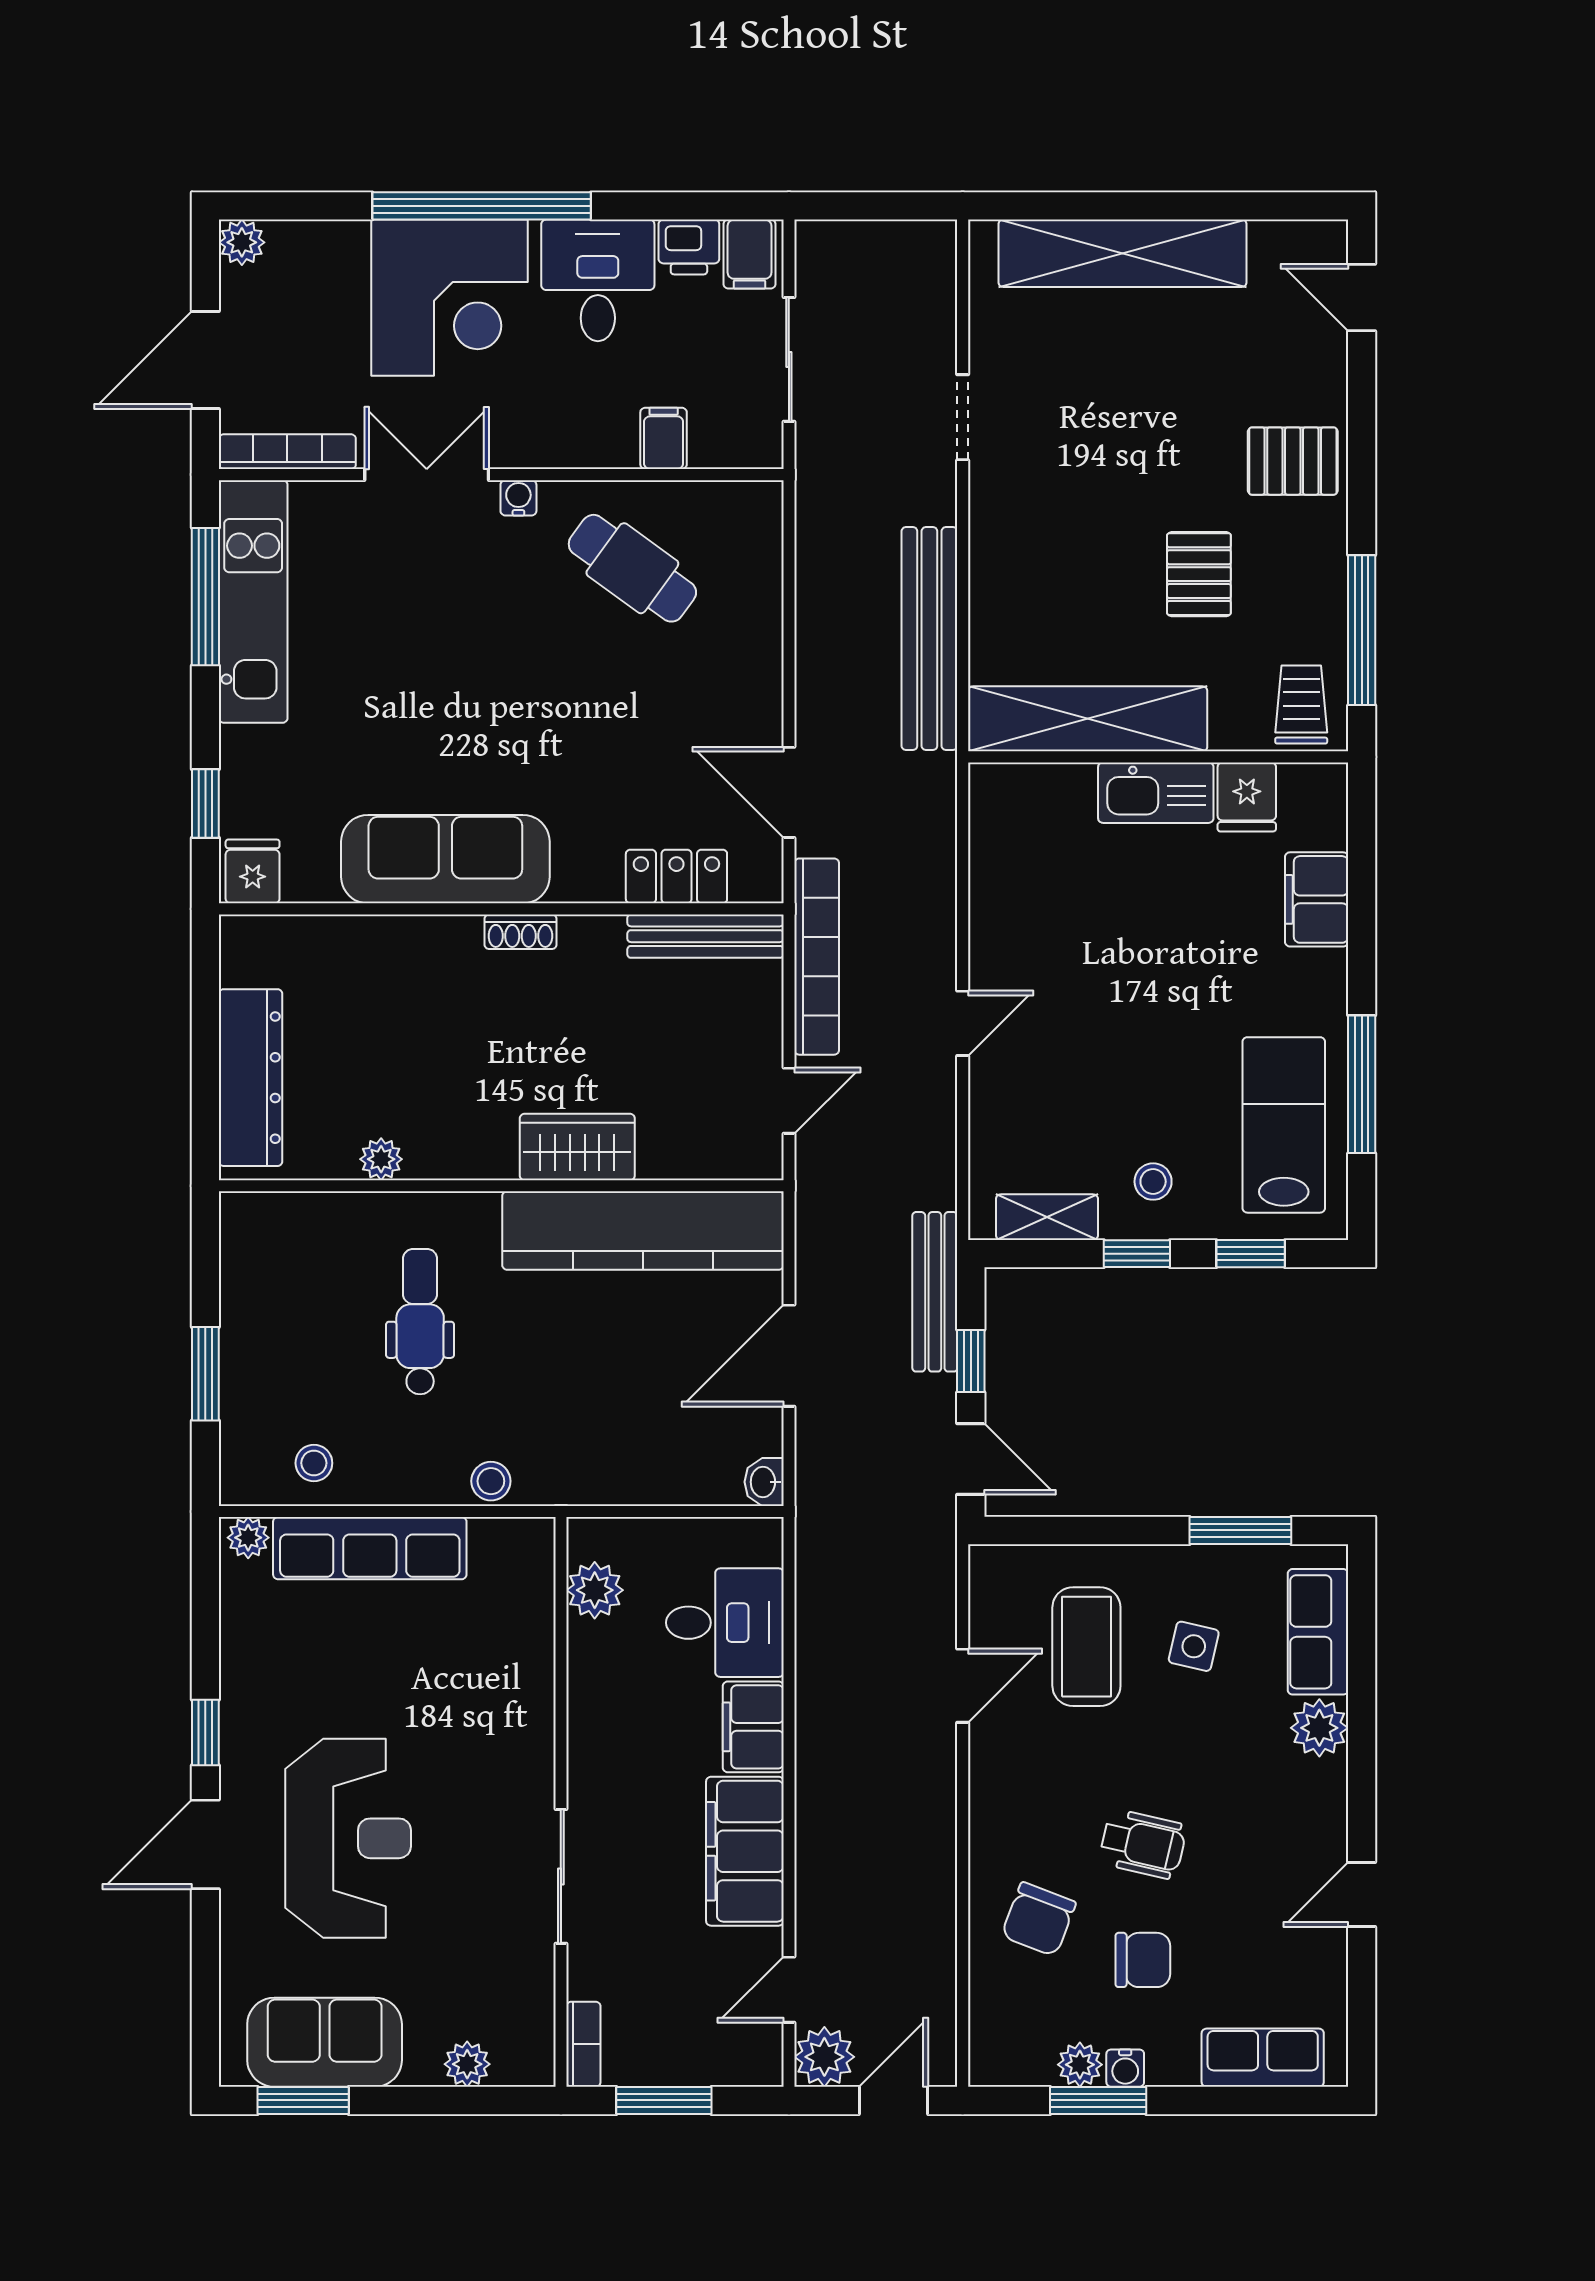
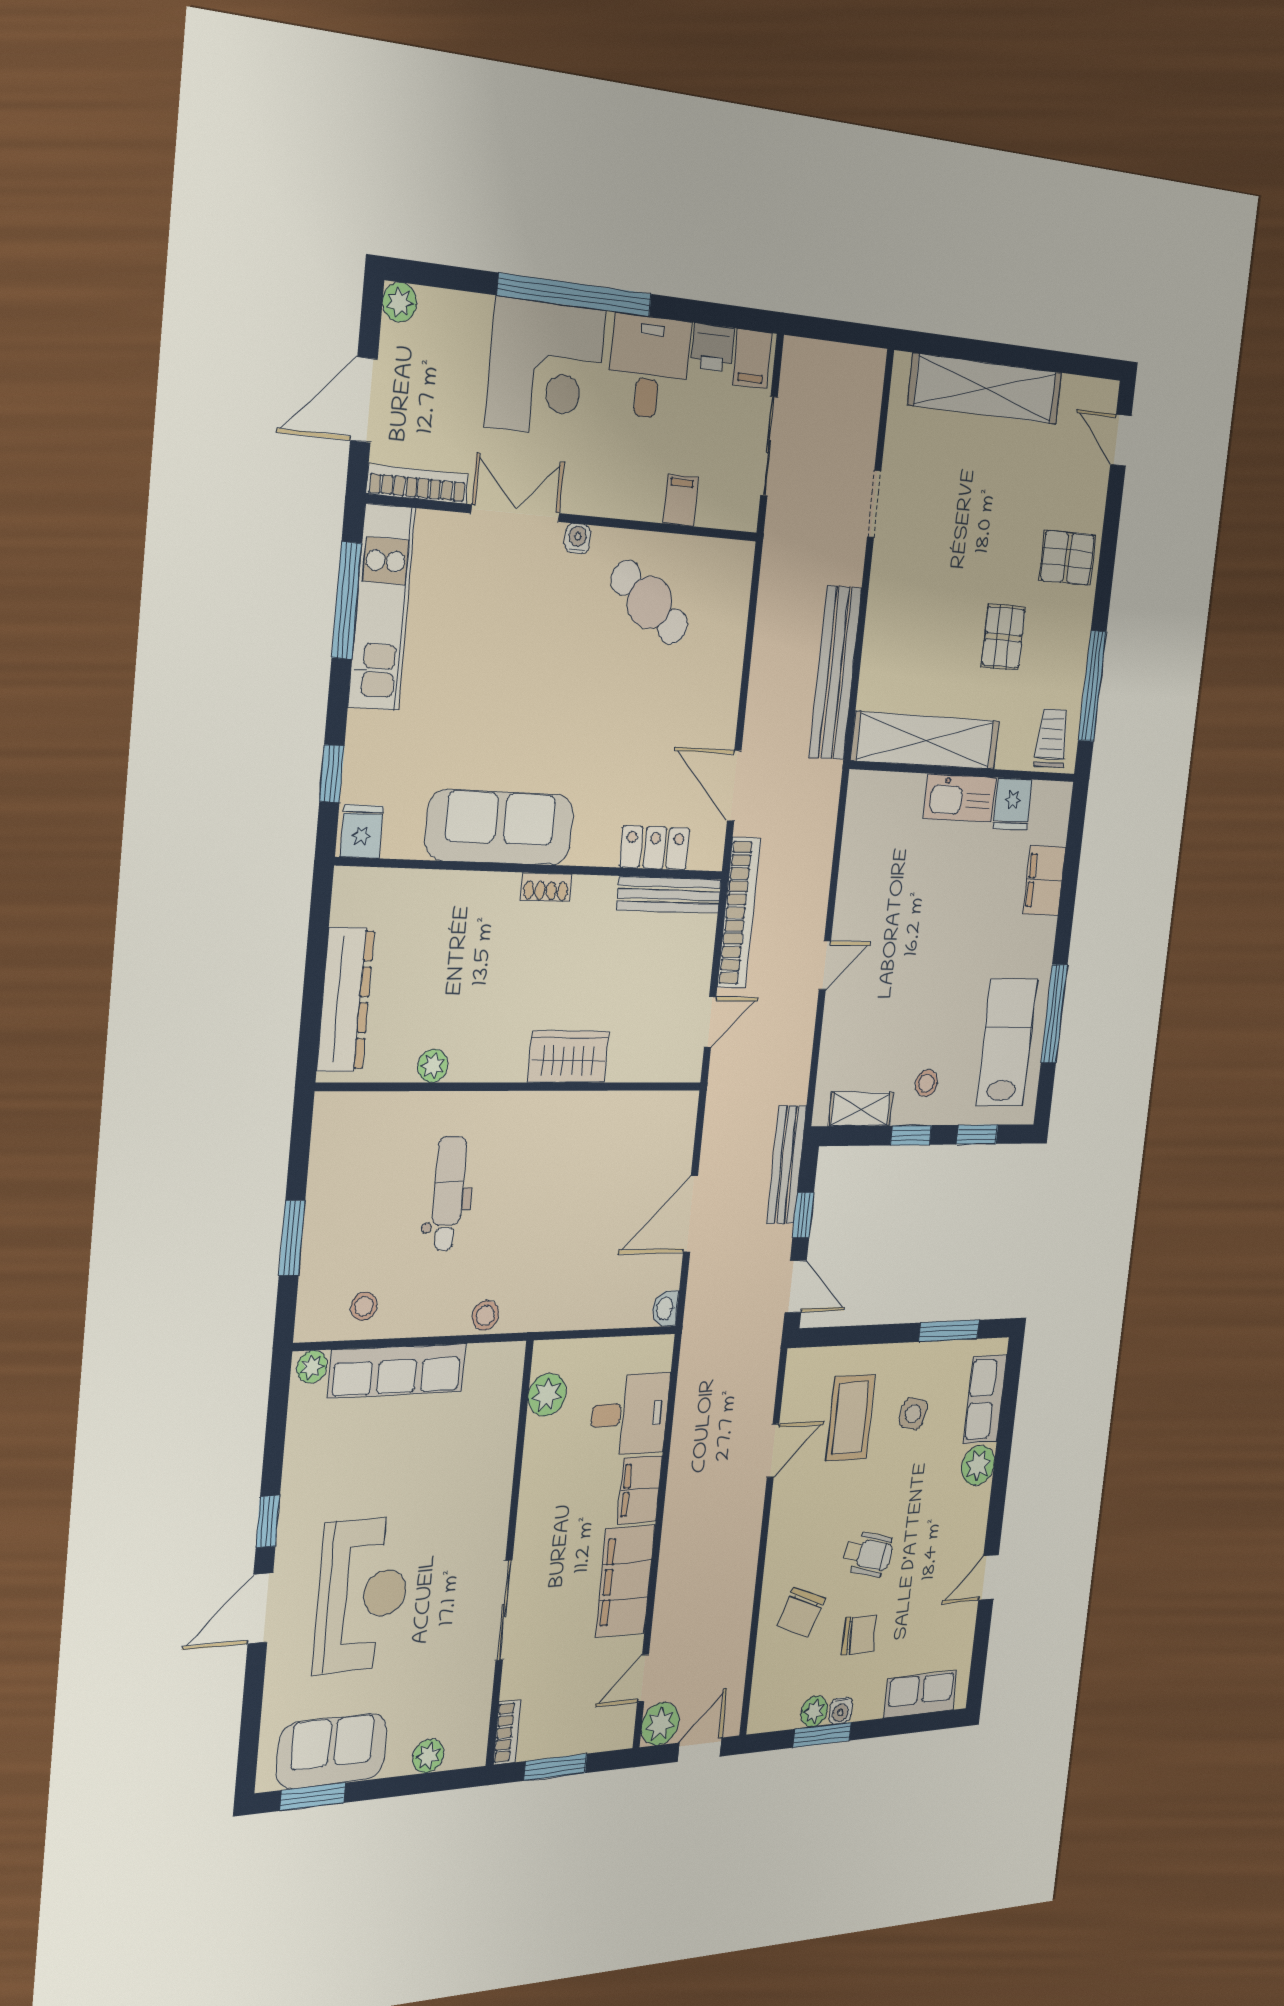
kitchen counter: (643, 1231) -> (606, 1121), removed

